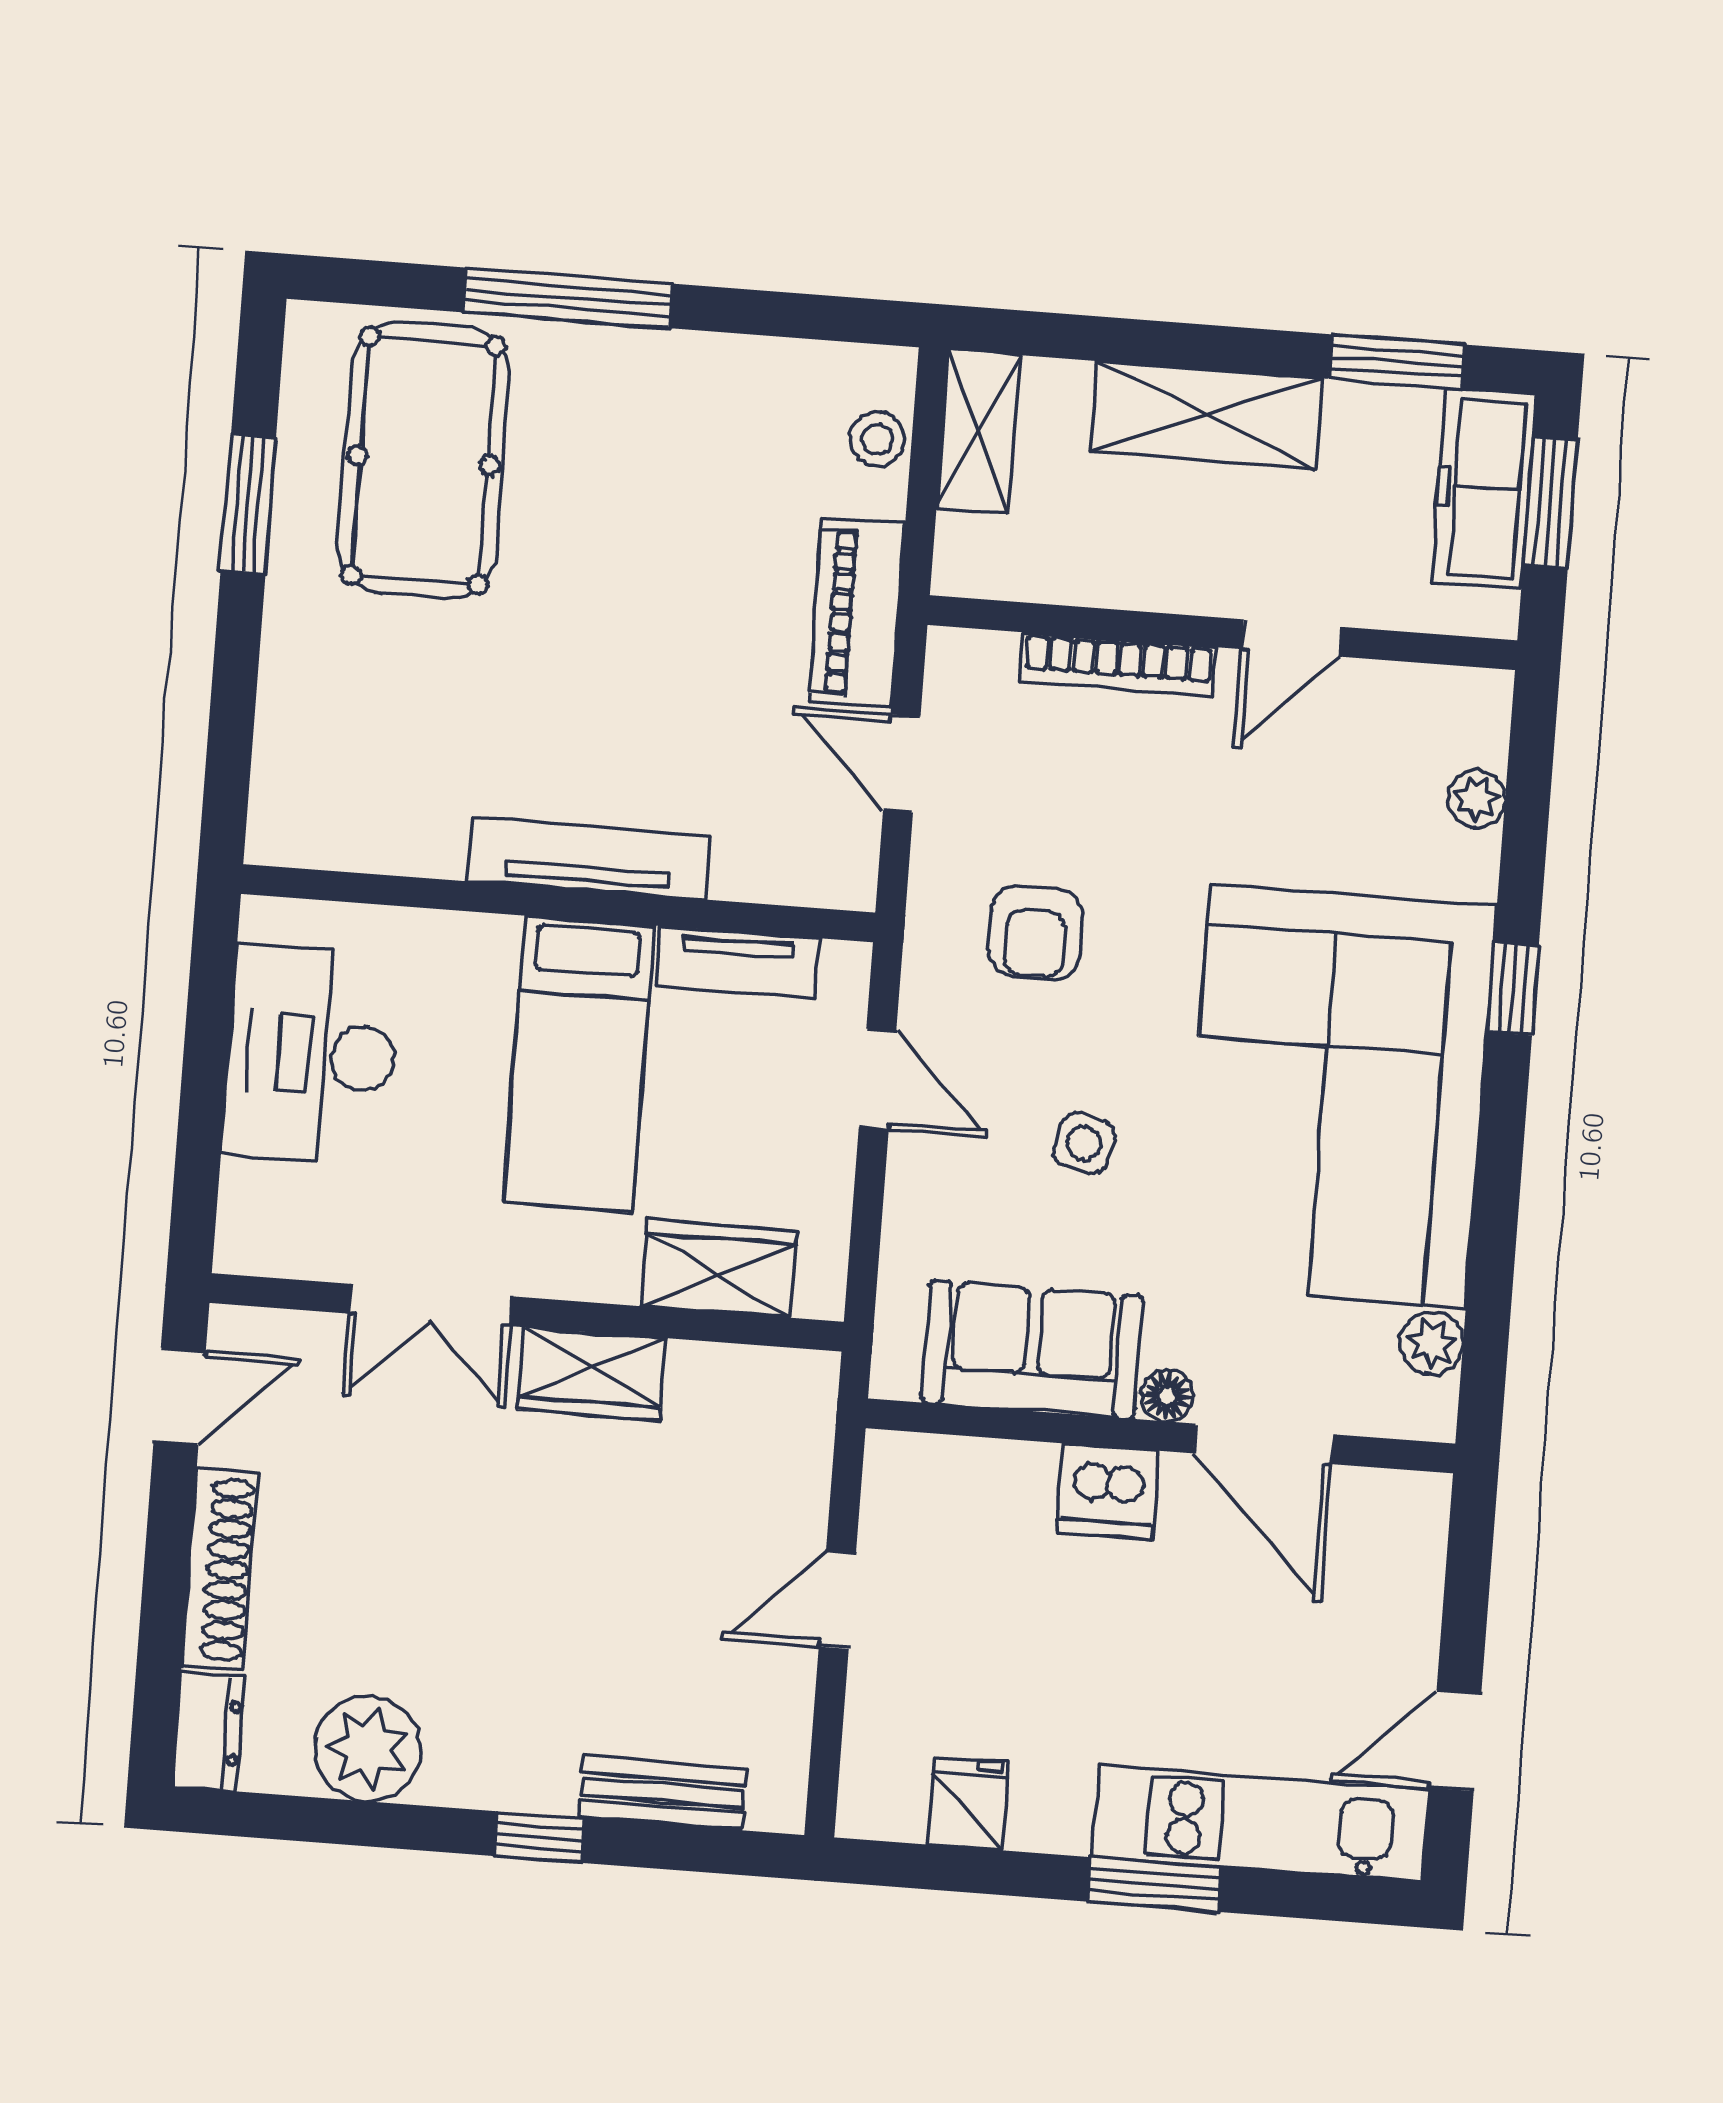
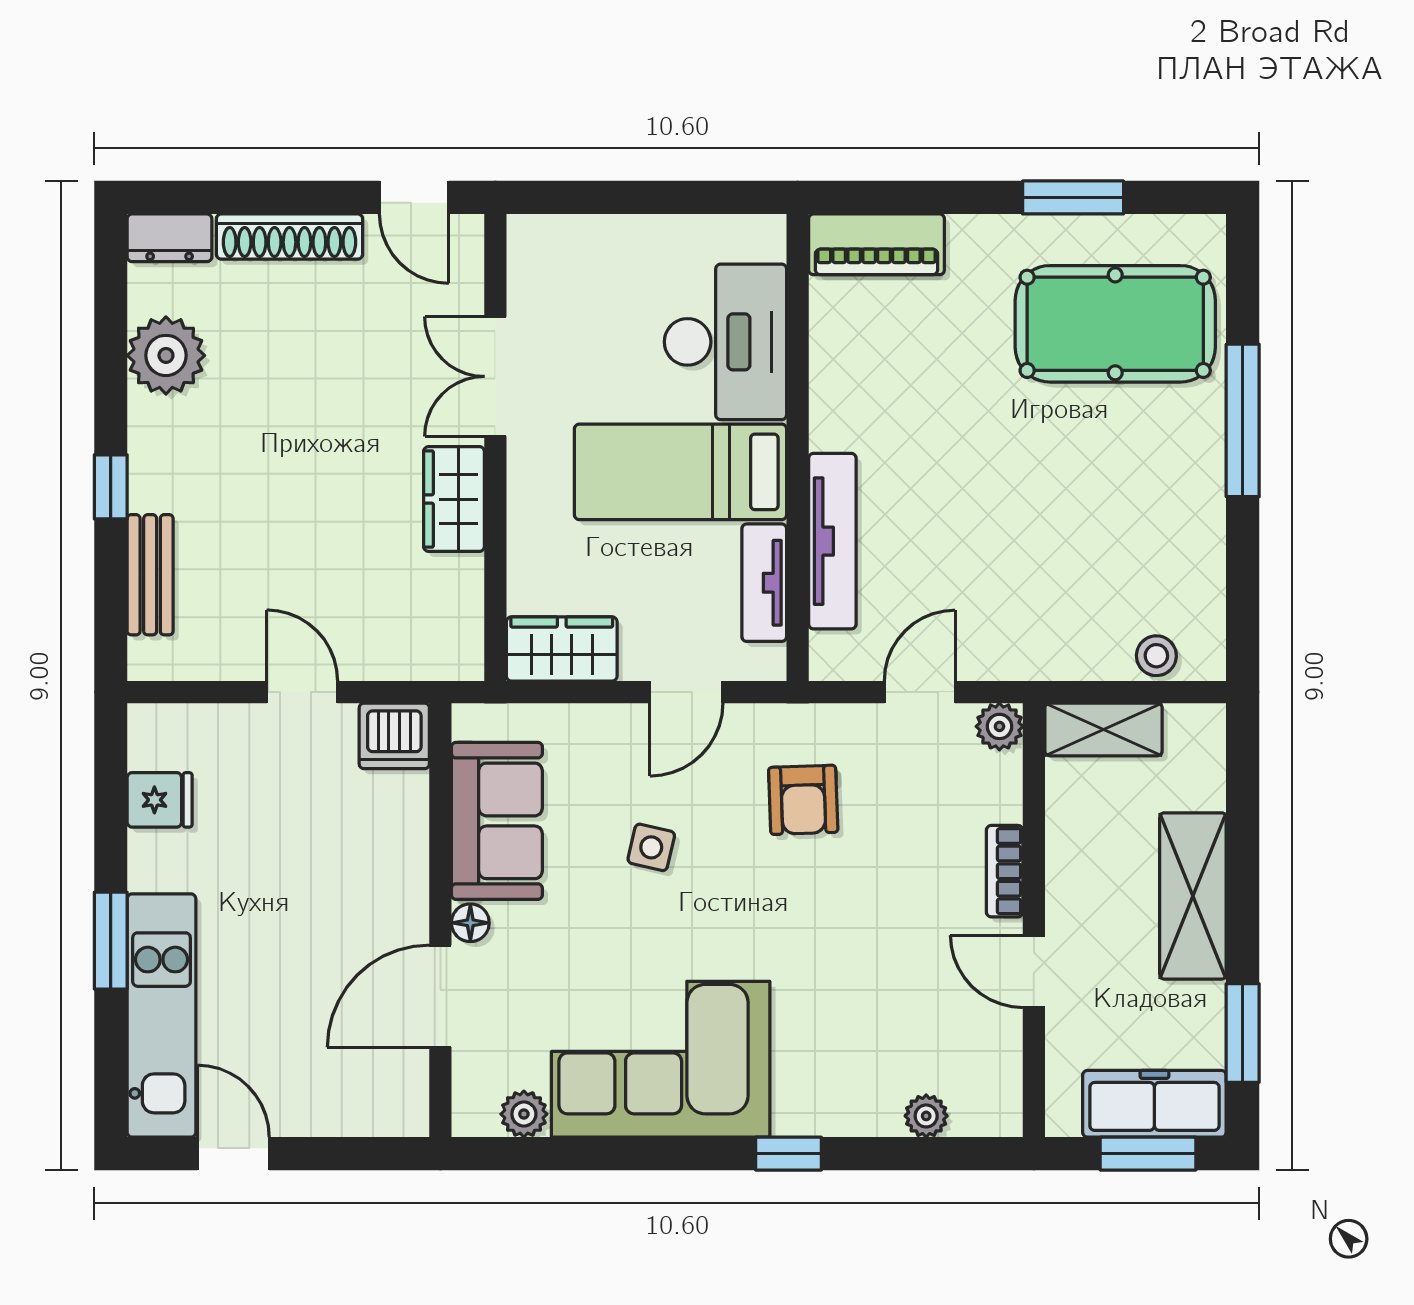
shelving: (978, 432) -> (1104, 729), moved
piano: (857, 613) -> (877, 244), moved, turned 180
plant: (957, 659) -> (999, 726), added
bookcase: (1118, 664) -> (1005, 871), width x0.64
tv unit: (589, 858) -> (832, 541), moved
armchair: (1036, 932) -> (803, 800), turned -92
desk: (312, 1055) -> (725, 342), moved, turned 90
corner sofa: (1338, 1096) -> (661, 1059), width x0.73, depth x0.74
wardrobe: (719, 1268) -> (562, 649), moved, turned -90
dishwasher: (1107, 1492) -> (394, 736), moved, turned -90

